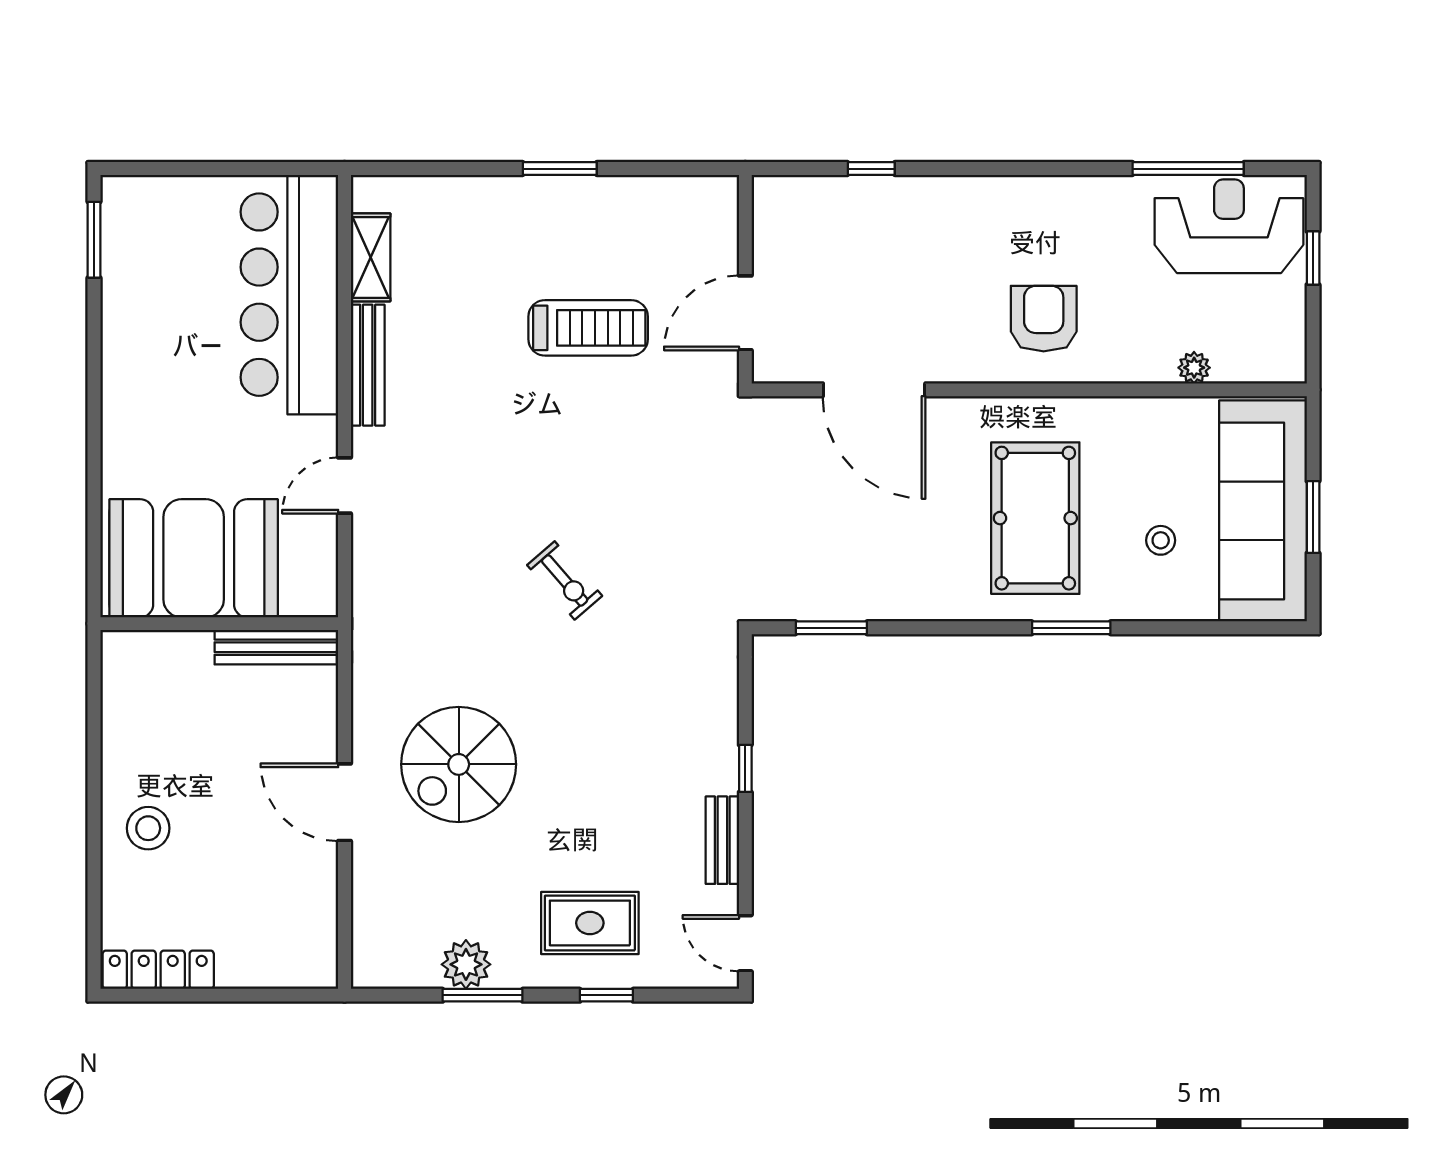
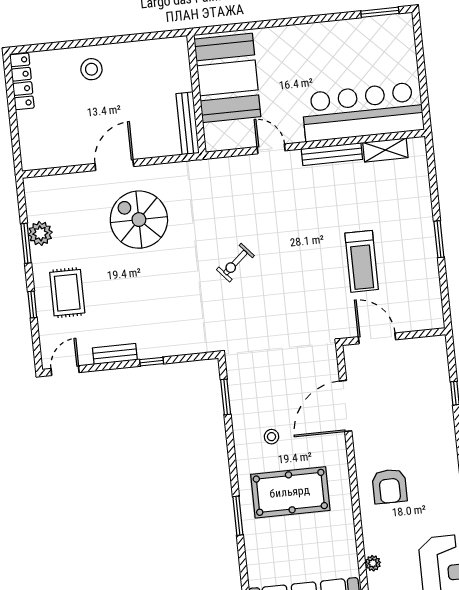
armchair: (1044, 319) -> (389, 486), turned 90
stool: (1161, 540) -> (272, 437), moved

